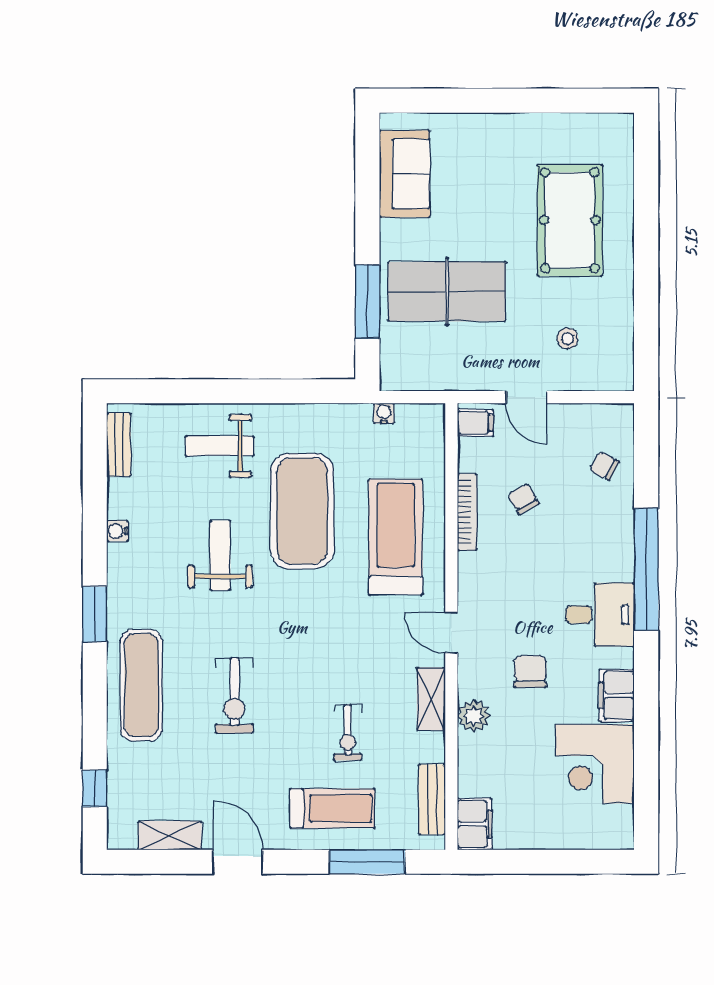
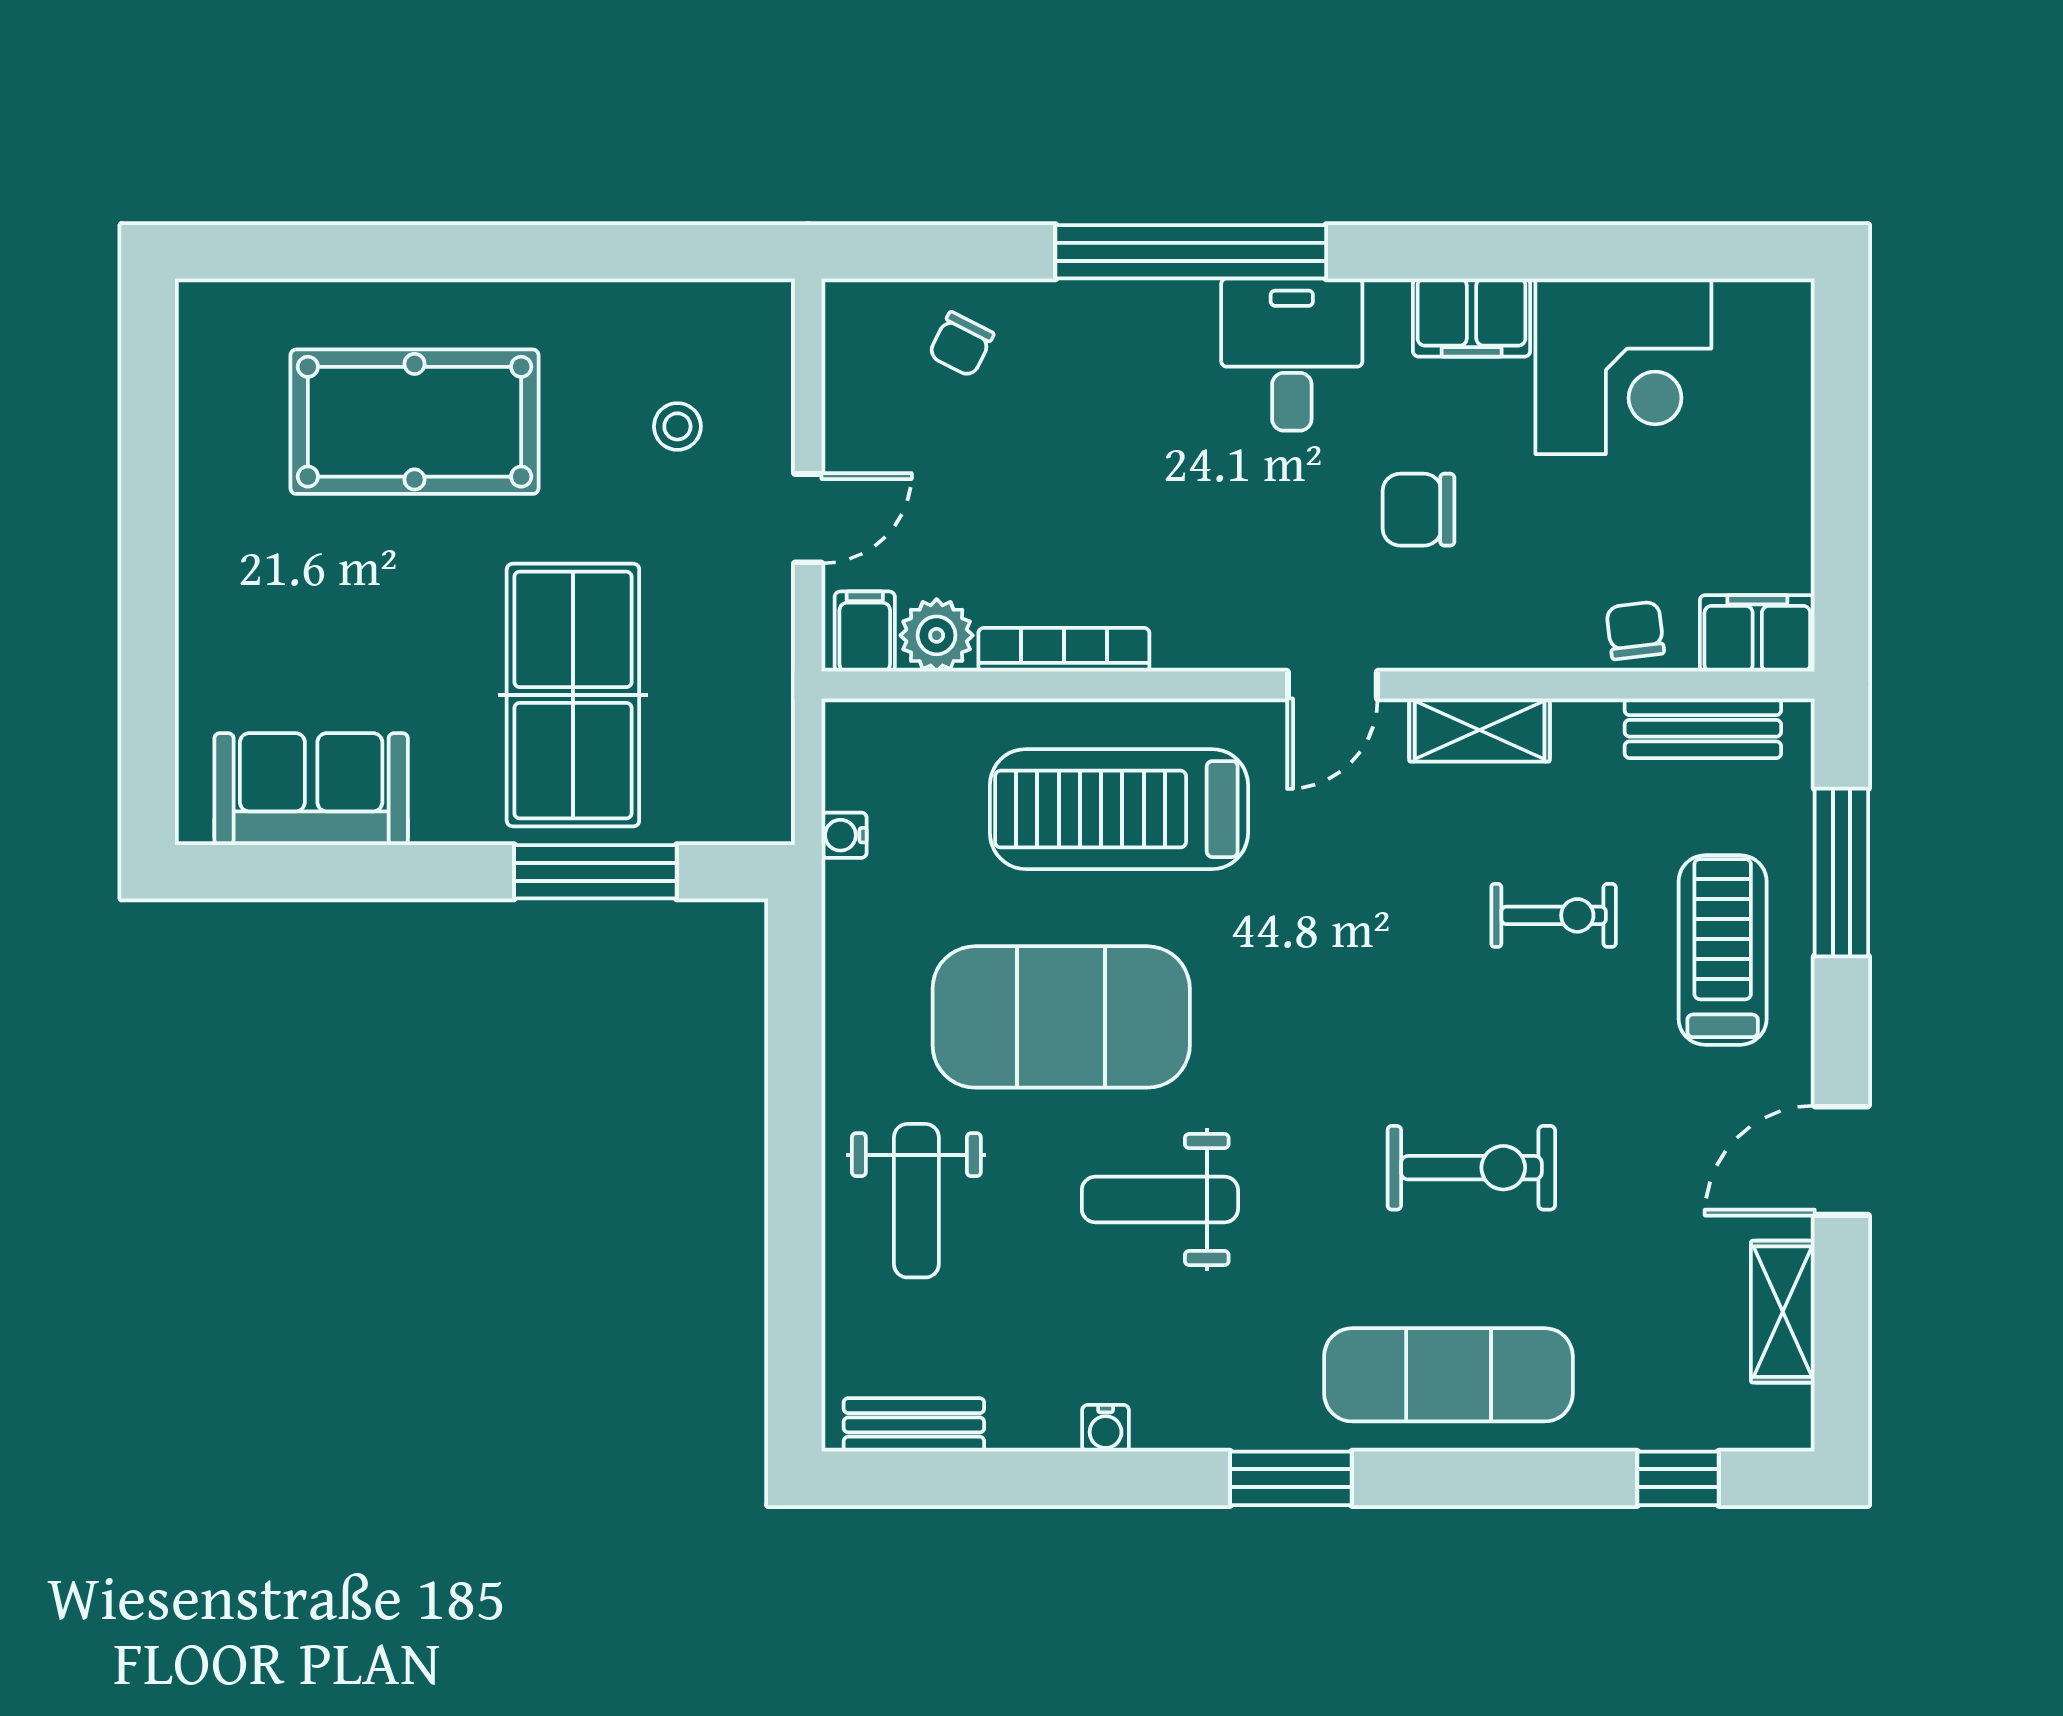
chair: (523, 499) -> (1635, 630), moved, turned 112
plant: (474, 716) -> (937, 635), moved

